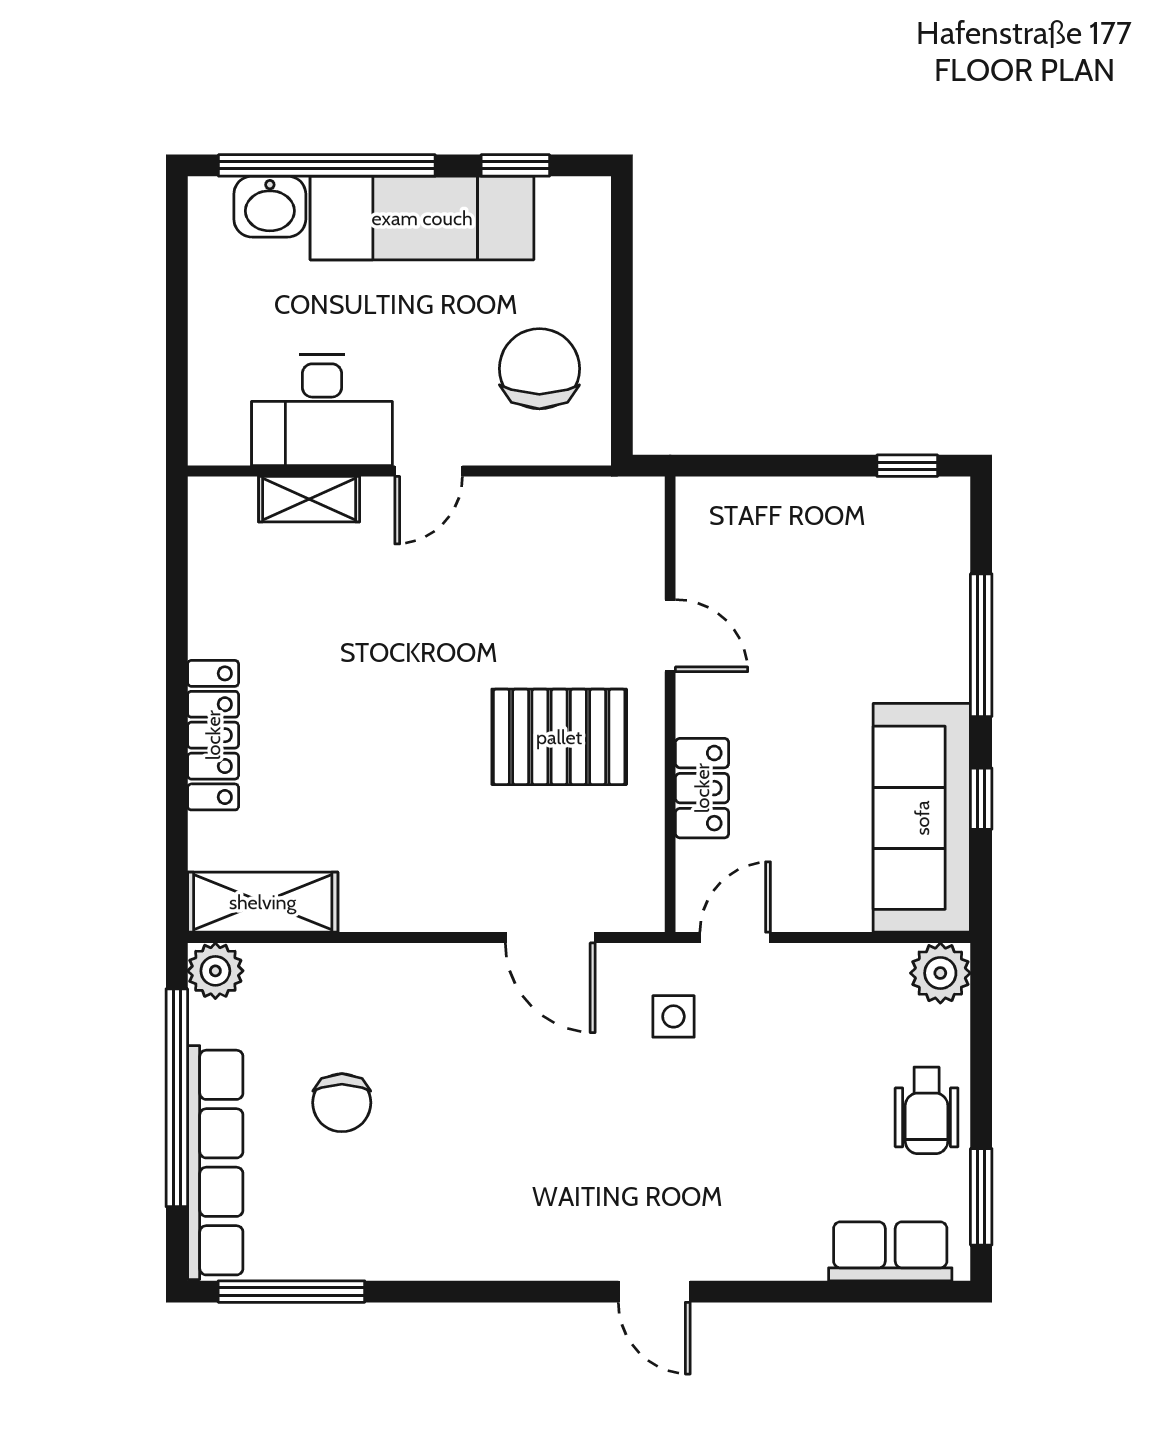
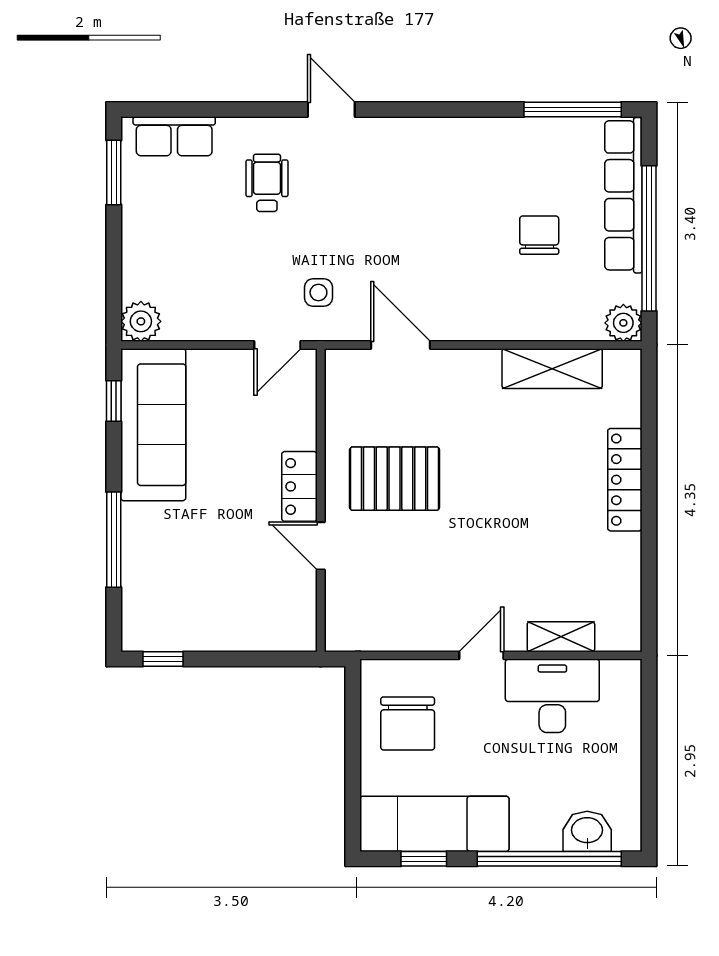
exam couch: (422, 218) -> (434, 824), moved
locker: (702, 788) -> (299, 486), moved
window: (981, 799) -> (114, 401), moved
shelving: (263, 902) -> (552, 369), moved
wheelchair: (927, 1110) -> (267, 183), moved

